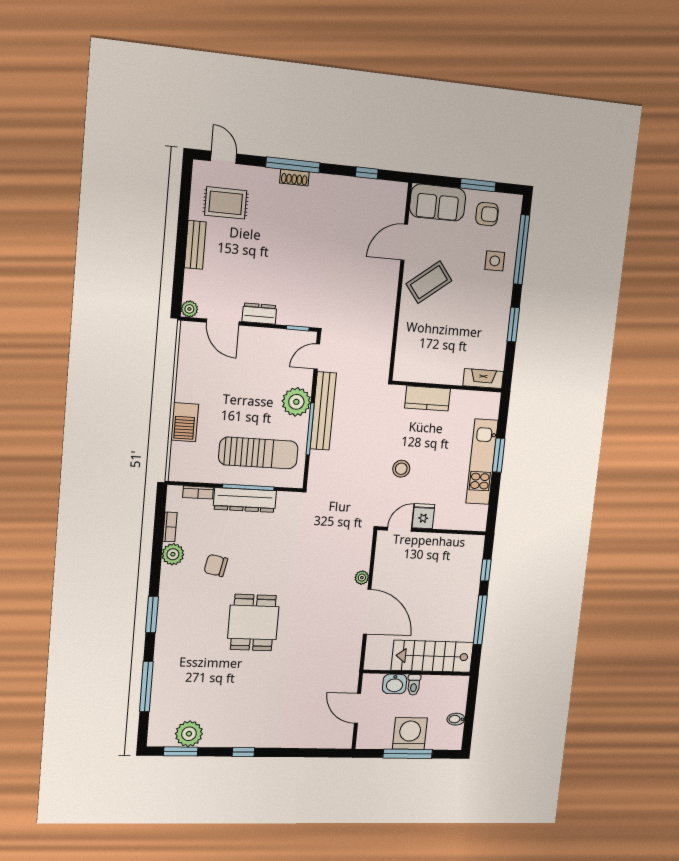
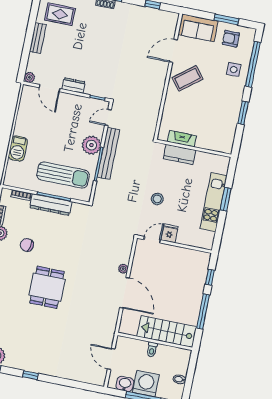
armchair: (487, 214) -> (231, 39), turned 180
fireplace: (483, 379) -> (182, 139), moved
washbasin: (395, 684) -> (125, 384), moved, turned 180

